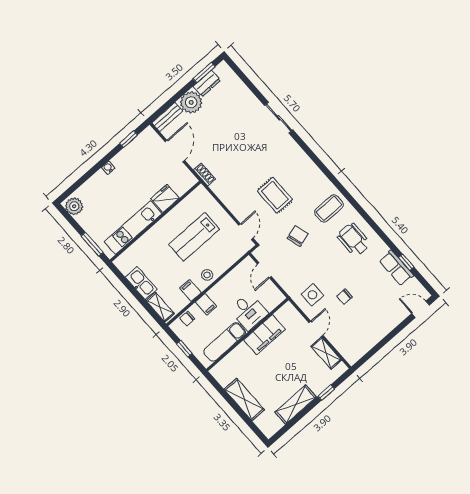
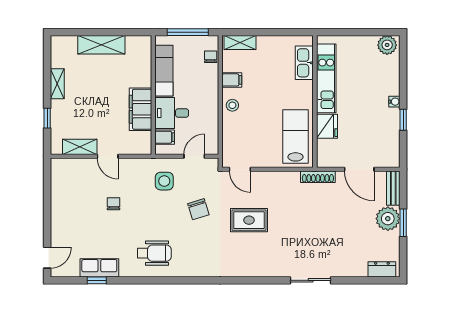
window: (204, 73) -> (403, 223), moved
dresser: (207, 83) -> (382, 269), moved, turned 90
window: (129, 139) -> (403, 120), moved
shoe rack: (204, 175) -> (318, 177), width x1.43
coffee table: (329, 208) -> (198, 255), removed
lab bench: (194, 237) -> (295, 137), moved
window: (92, 244) -> (342, 32), removed
door: (264, 270) -> (194, 156), hinge flipped
kitchen sink: (141, 283) -> (304, 63), moved, turned 90
side table: (312, 295) -> (164, 181), moved
filing cabinet: (206, 304) -> (165, 137), moved, turned 180
window: (184, 349) -> (188, 32), width x2.17
shelving: (296, 405) -> (57, 84), width x0.67, depth x0.75

